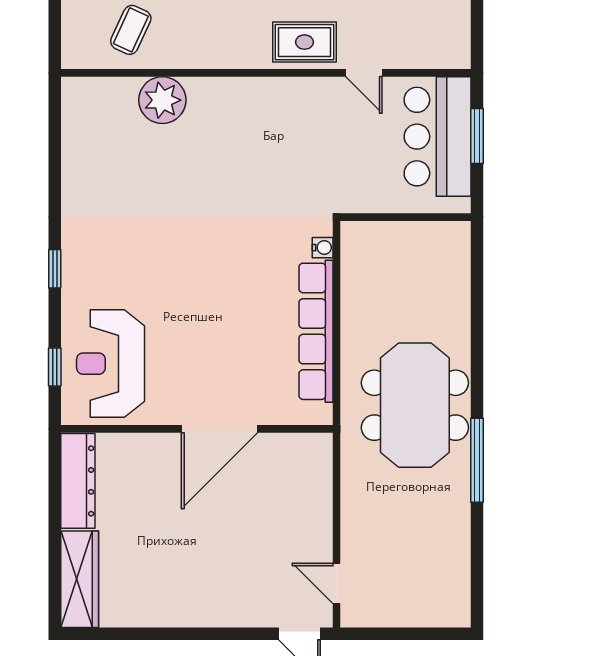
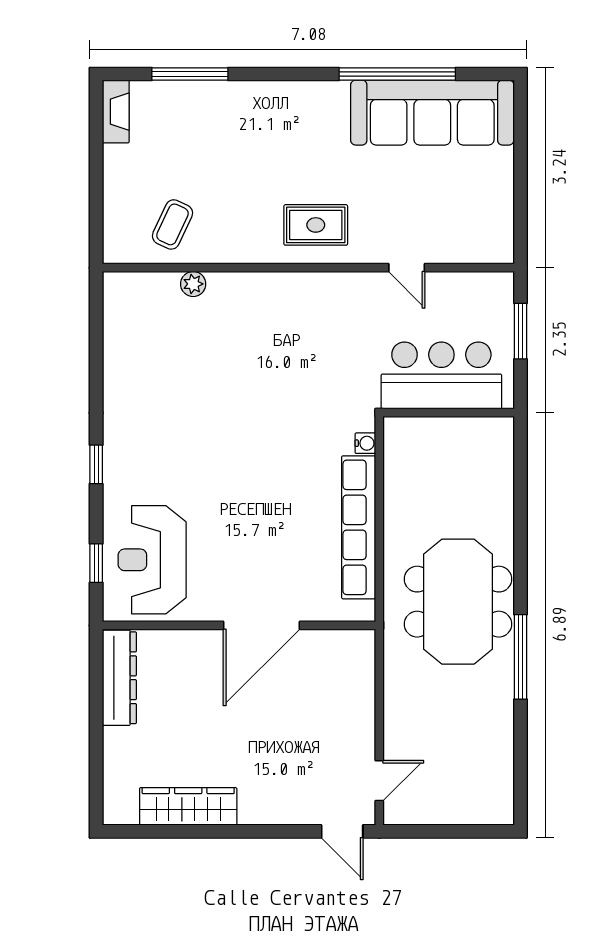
rug: (304, 42) -> (316, 225), moved
plant: (162, 100) -> (193, 284), width x0.53, depth x0.53
bar counter: (438, 137) -> (441, 375), moved, turned 90
wardrobe: (80, 579) -> (188, 806), moved, turned -90
door: (337, 583) -> (379, 781), swing flipped

